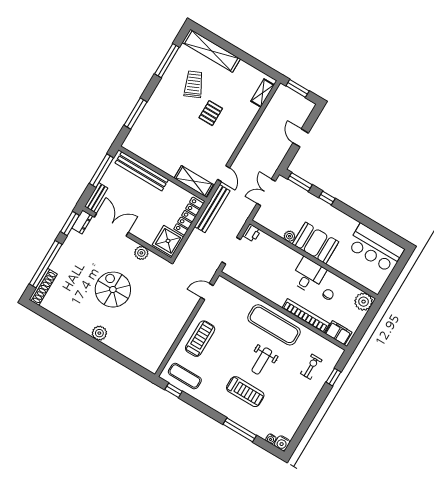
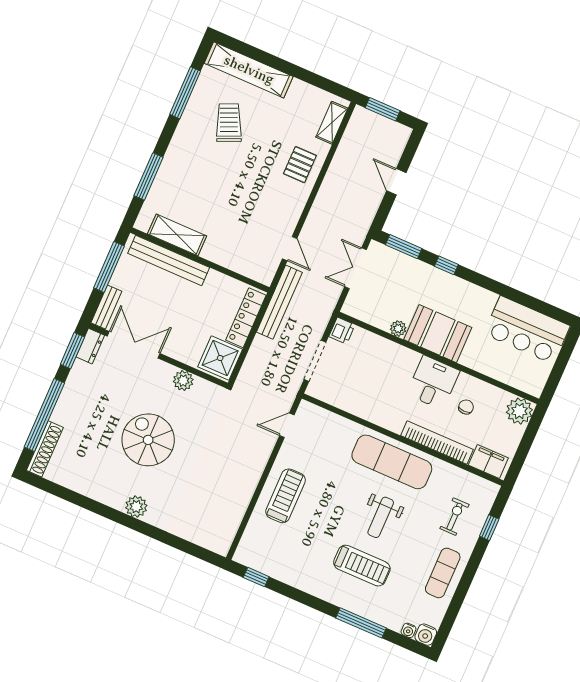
pallet: (211, 113) -> (300, 165), moved
shelving: (194, 181) -> (177, 235), moved
exercise mat: (185, 376) -> (443, 573), moved, turned 90

